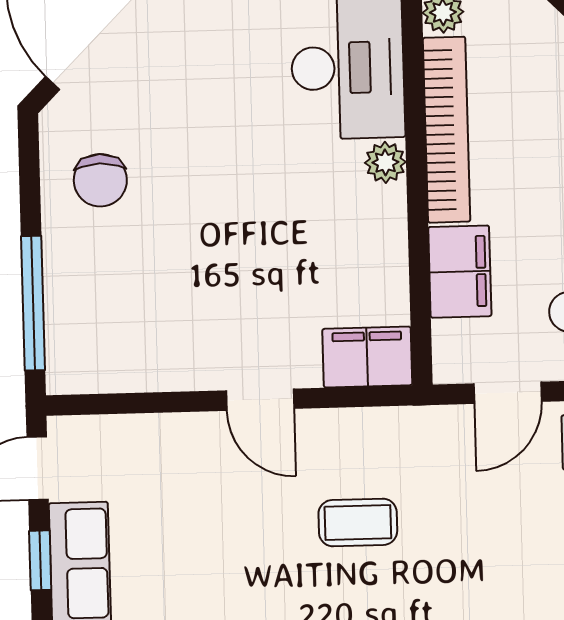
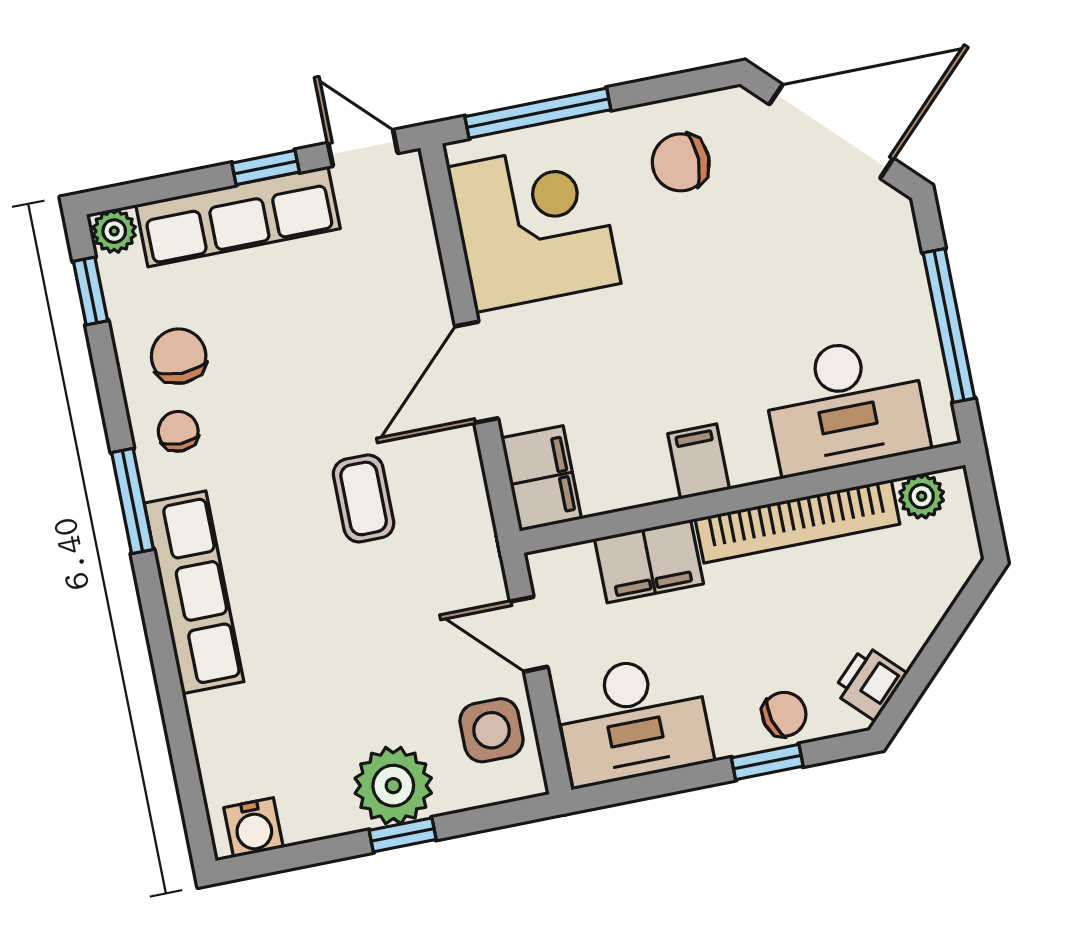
plant: (385, 162) -> (752, 462), removed
filing cabinet: (376, 211) -> (699, 462), added
corner desk: (135, 324) -> (534, 225), added
door: (260, 400) -> (476, 372), width x1.37

